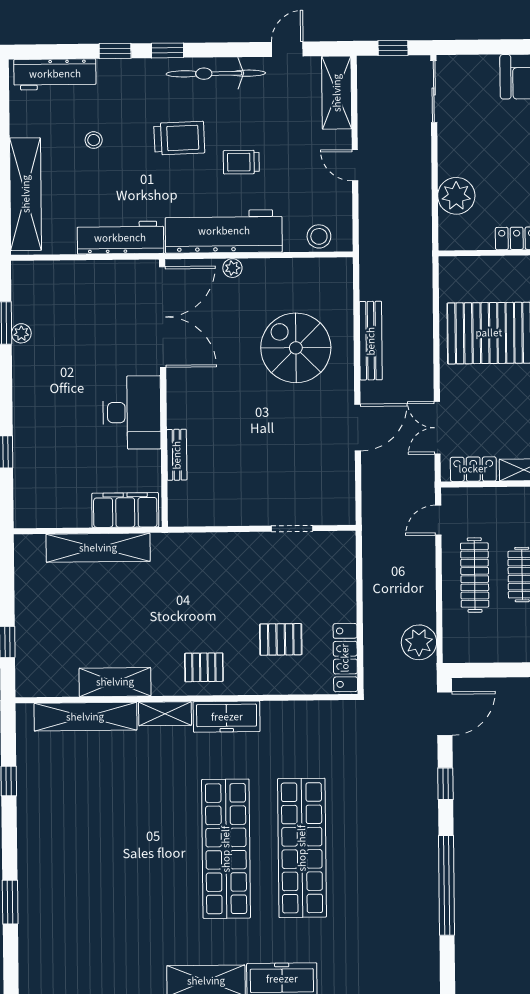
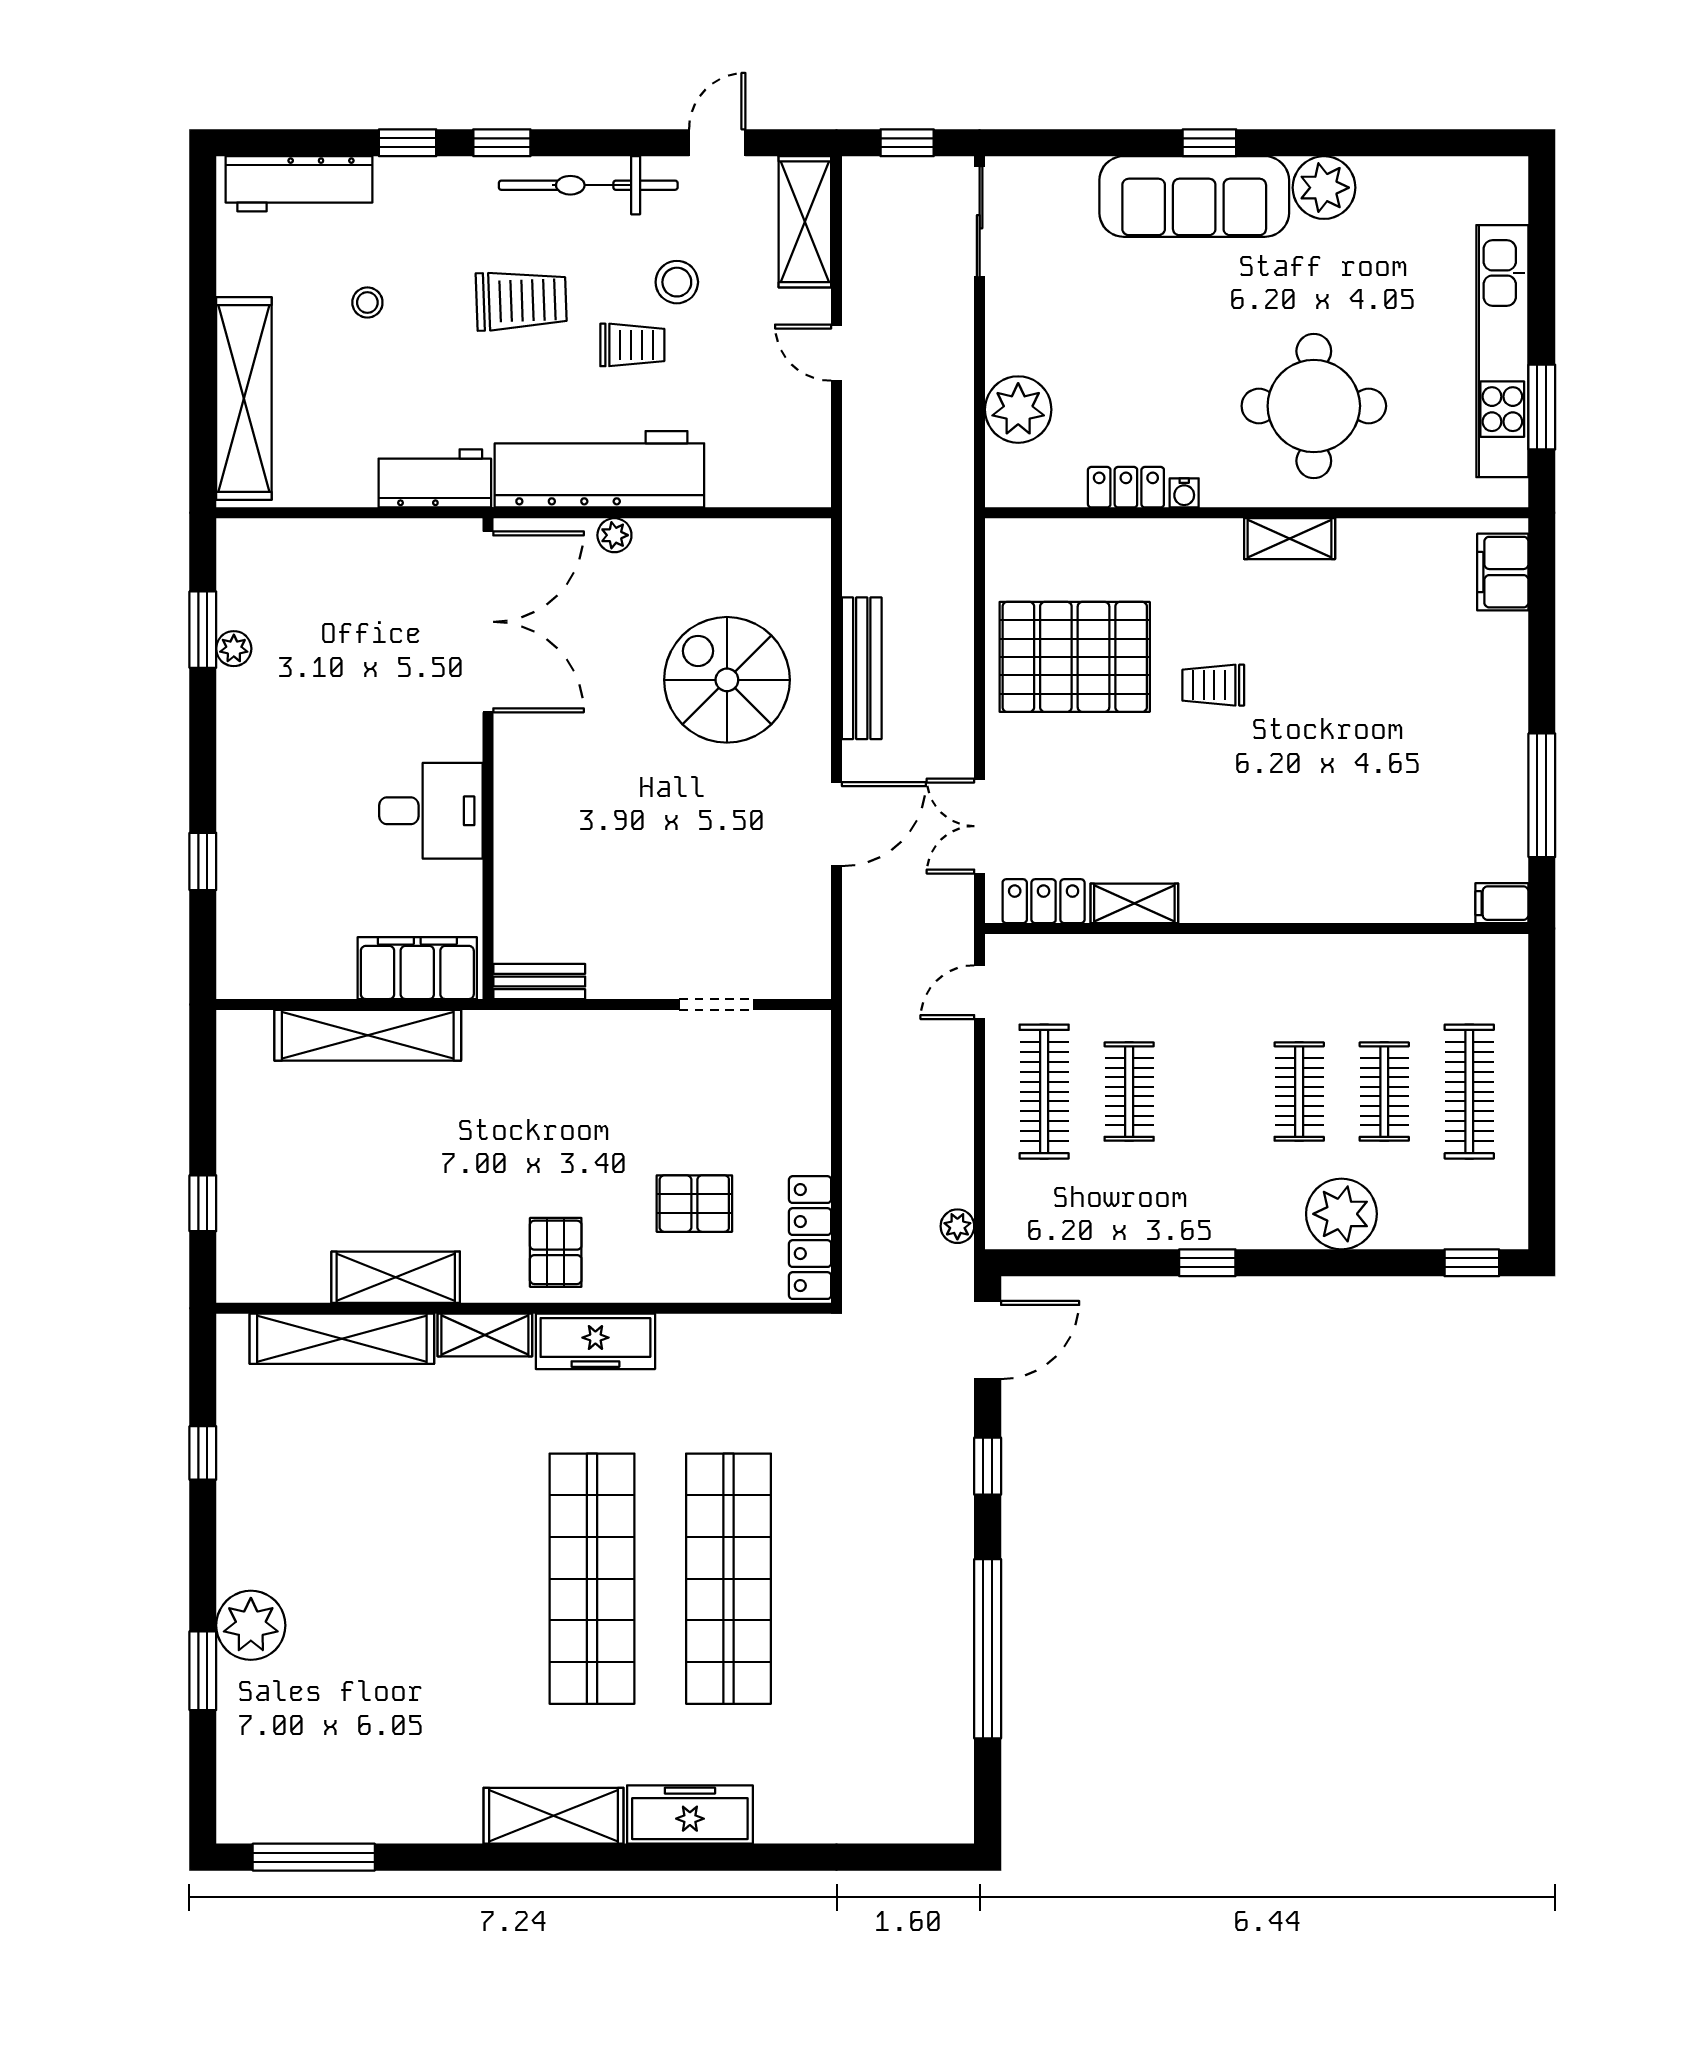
trolley: (241, 162) -> (632, 345), turned 180
stool: (319, 236) -> (677, 282), moved
workbench: (120, 238) -> (435, 478), width x0.73
desk: (132, 412) -> (431, 811), width x0.73
bench: (177, 455) -> (539, 982), moved, turned 90
plant: (419, 642) -> (957, 1226), width x0.53, depth x0.53
pallet: (204, 667) -> (556, 1252), turned 90
plant: (36, 877) -> (251, 1625), added

